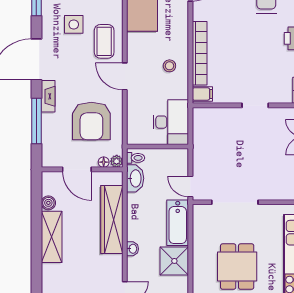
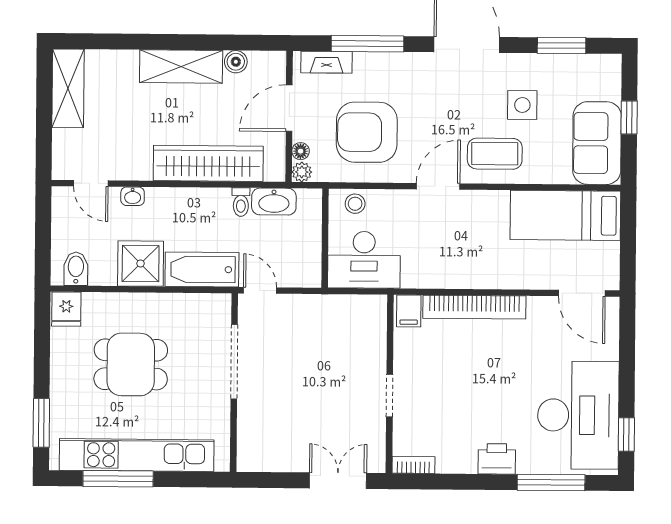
stool: (169, 66) -> (355, 204), moved
fireplace: (48, 96) -> (327, 62), moved
toilet: (136, 158) -> (241, 202), moved
door: (190, 187) -> (260, 290), hinge flipped
washbasin: (133, 249) -> (133, 196), moved

